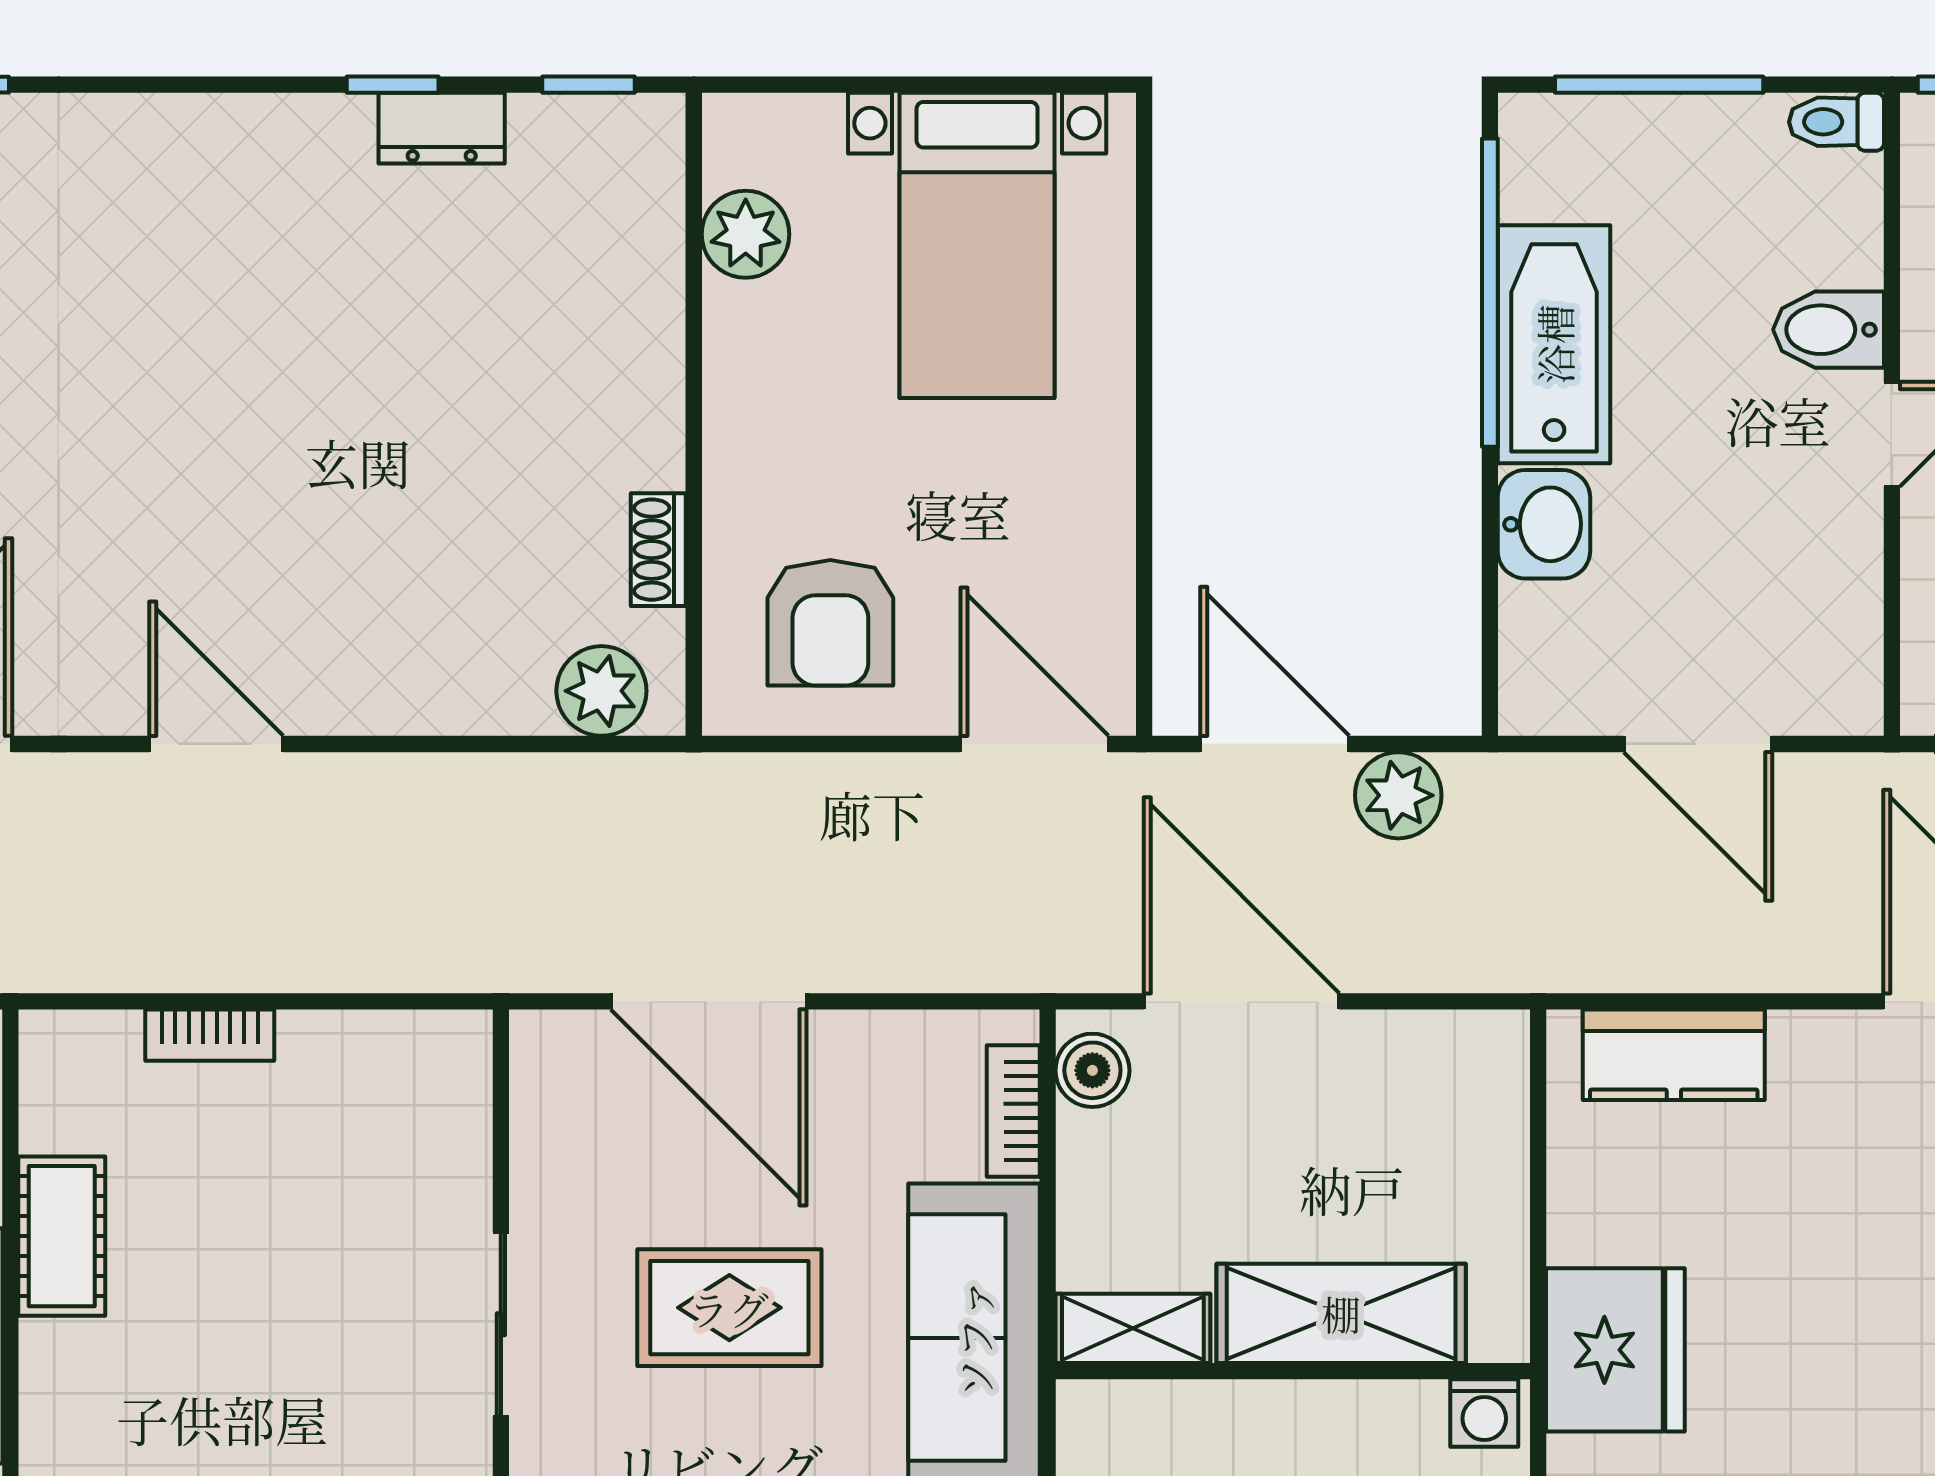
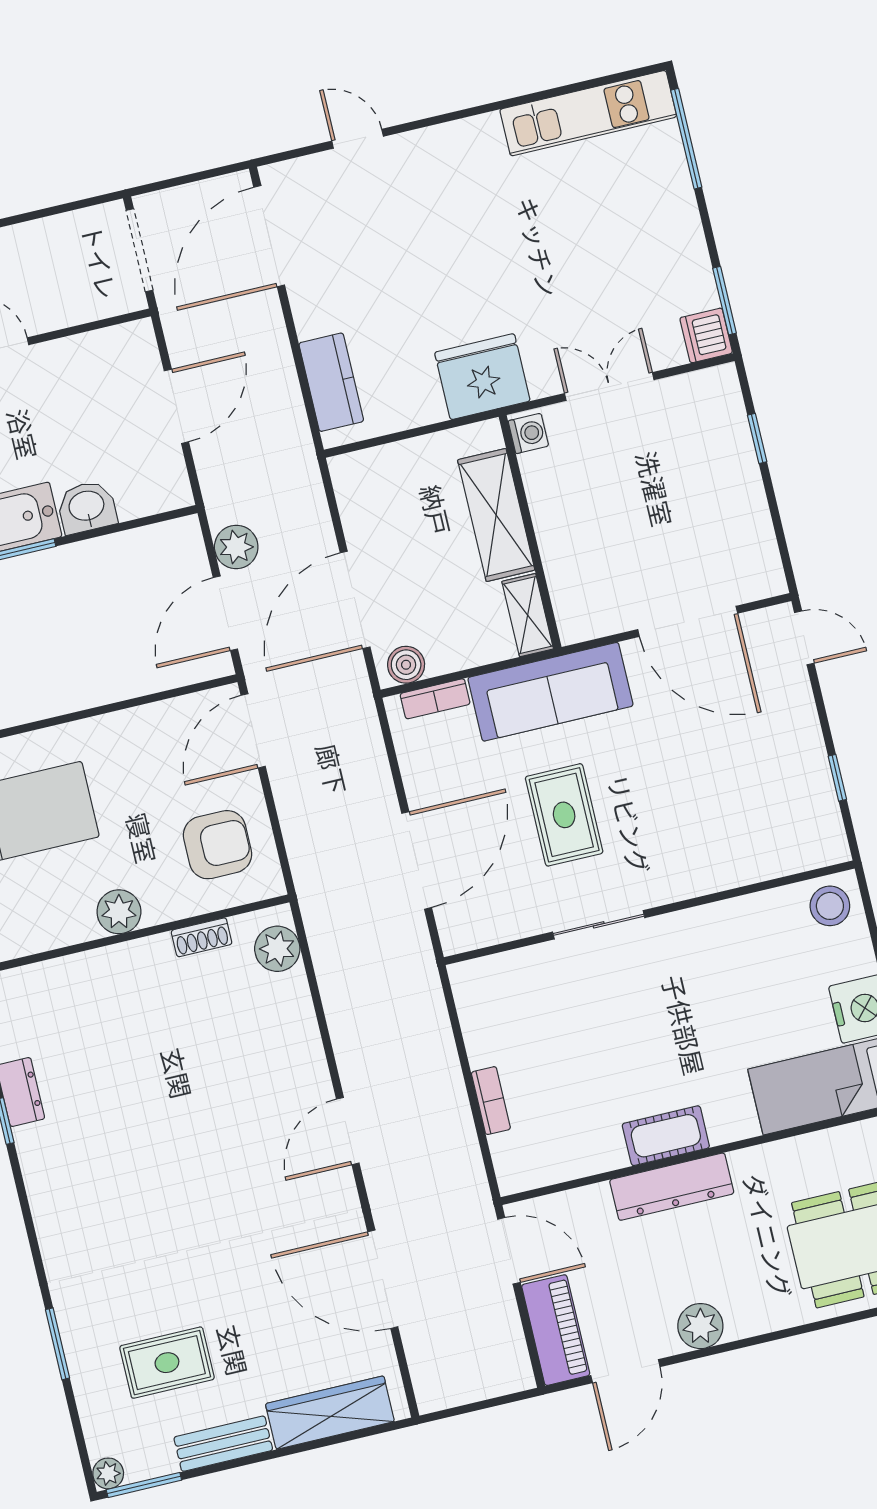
plant: (746, 234) -> (119, 912), moved
cot: (62, 1236) -> (666, 1136), moved

